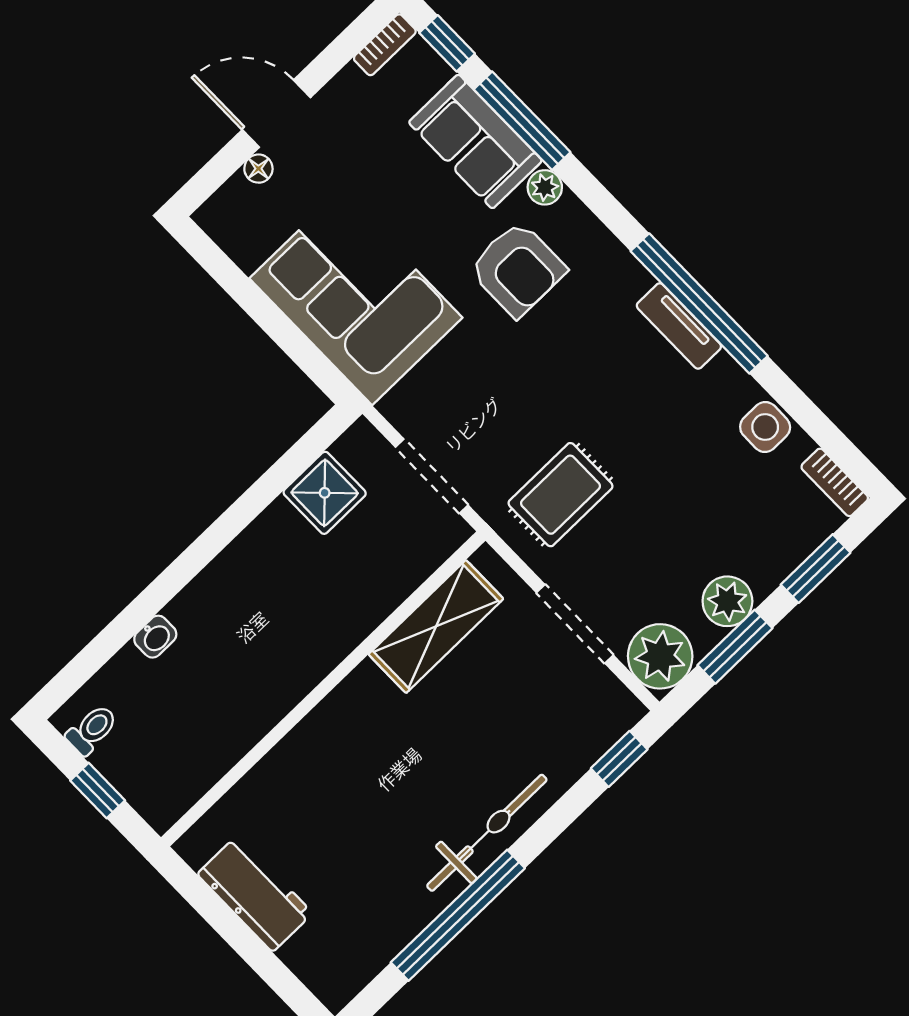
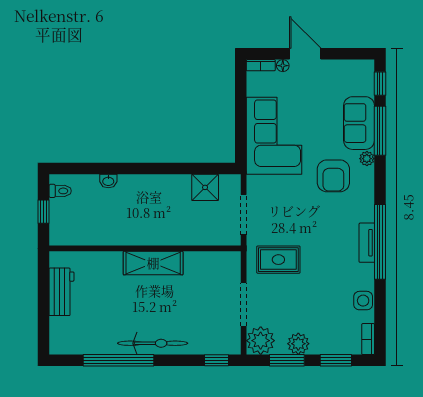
bookcase: (385, 45) -> (261, 65), moved
shelving: (436, 626) -> (153, 263), moved

